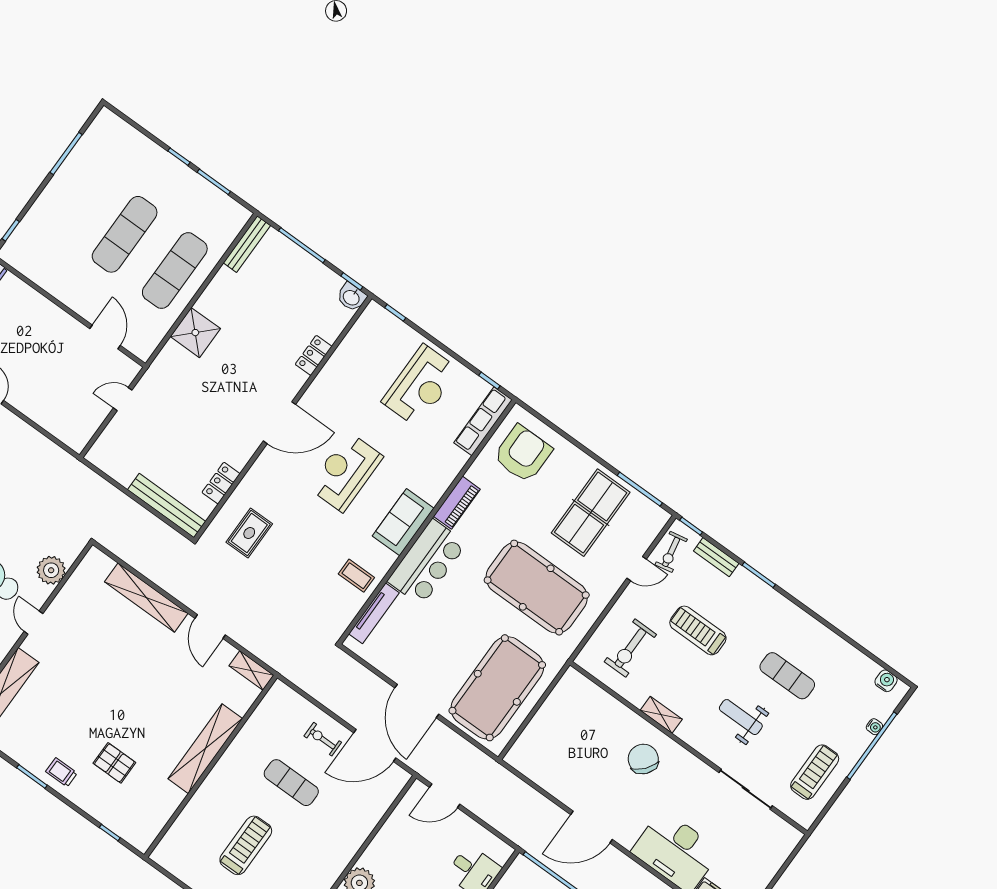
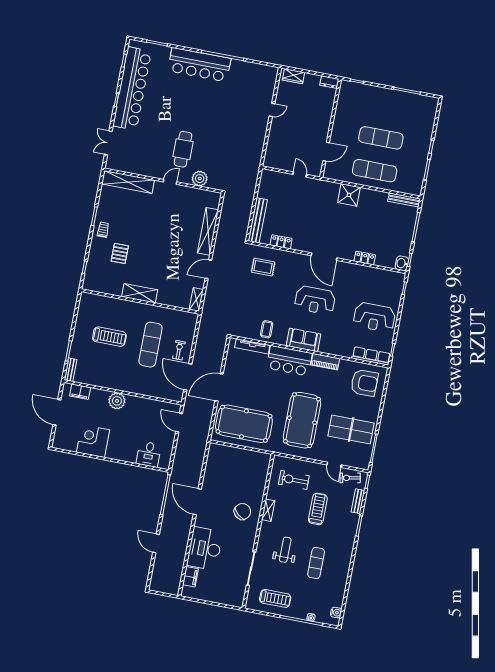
reception desk: (345, 472) -> (315, 300), turned 180
shelving: (205, 749) -> (140, 293), width x0.68
exercise mat: (291, 783) -> (150, 345), width x1.36, depth x1.45

